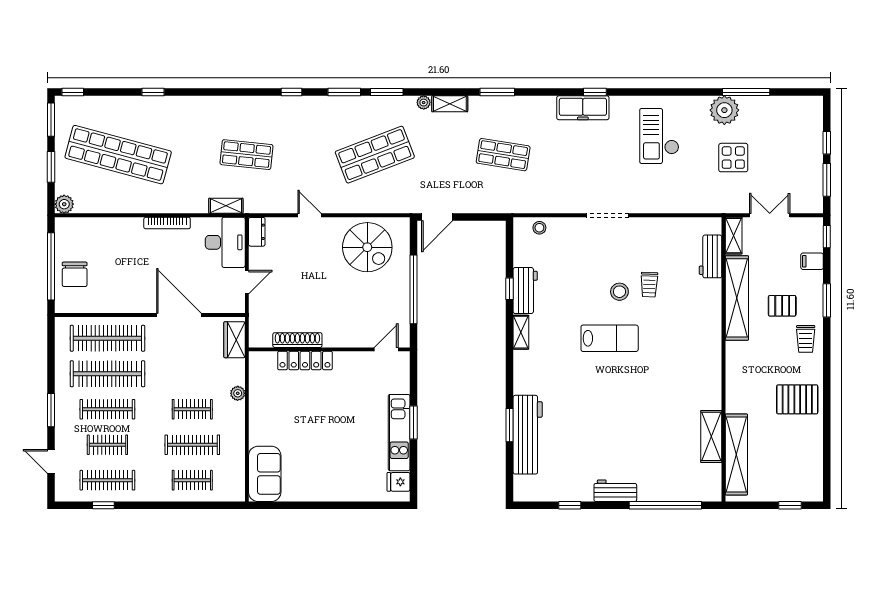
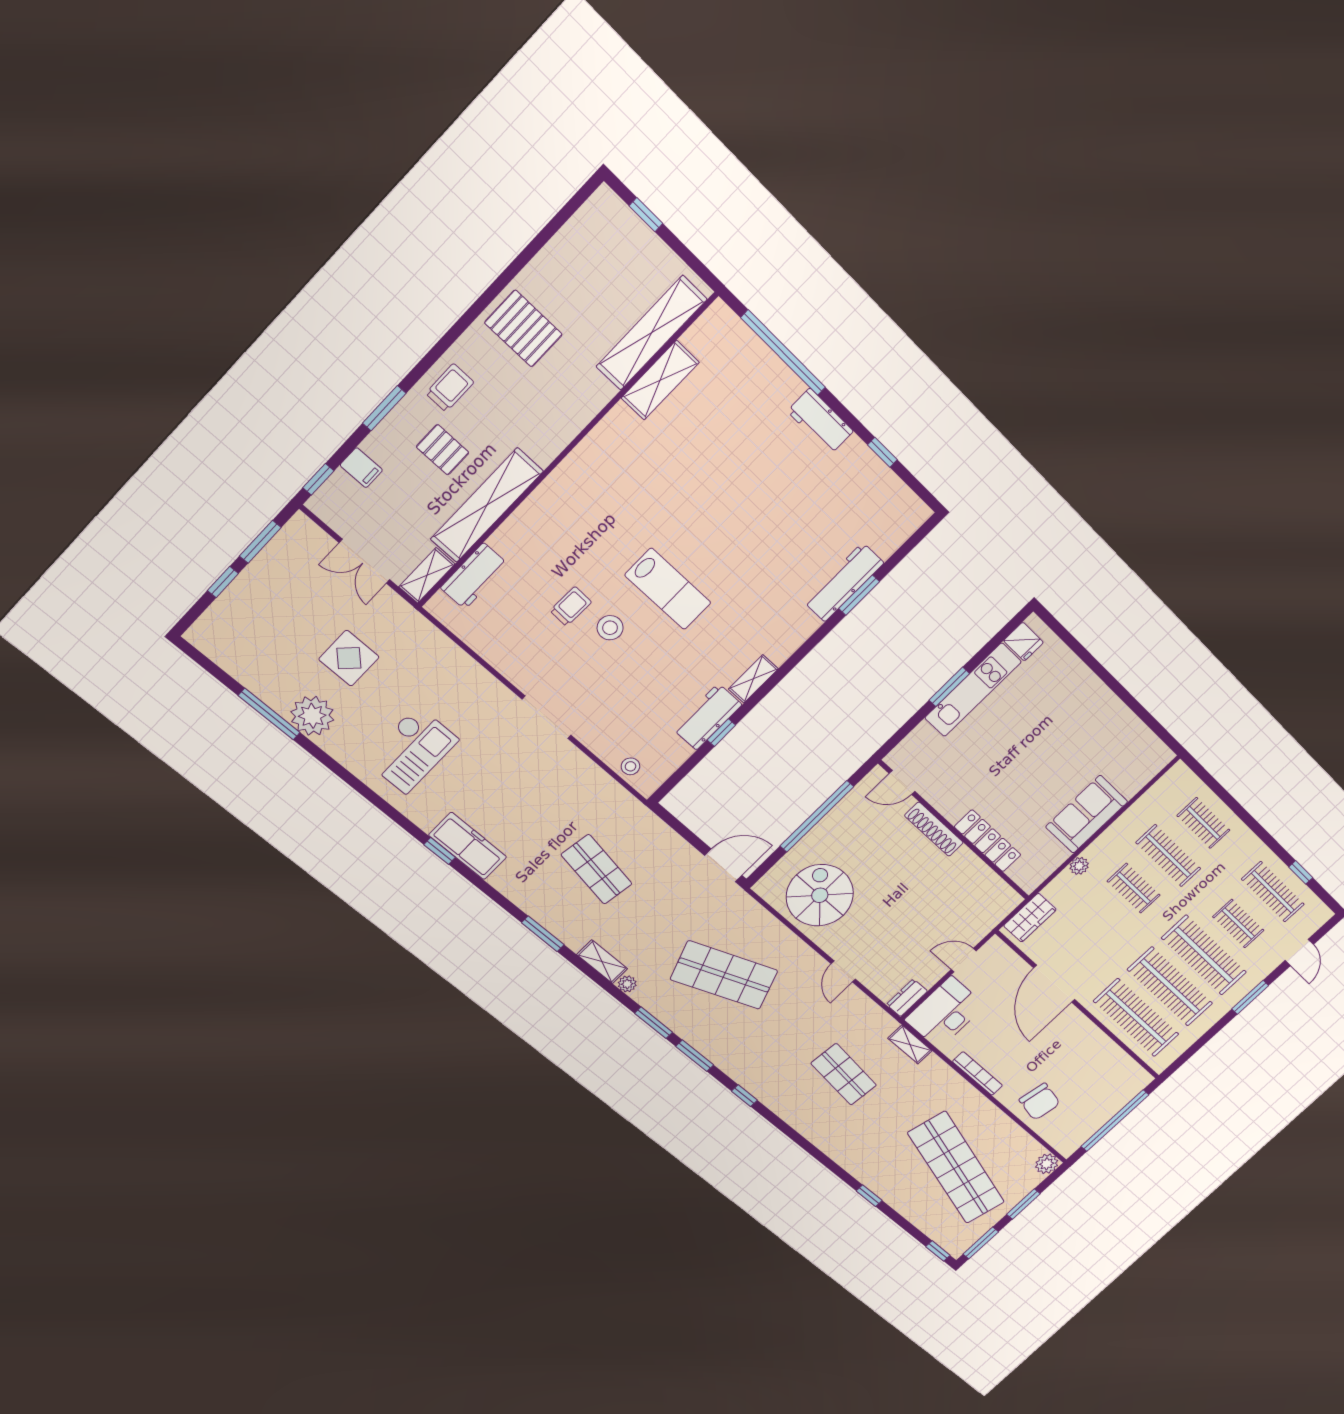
chair: (75, 274) -> (1040, 1102), moved, turned 101
lab bench: (610, 338) -> (668, 589), turned 180
shoe rack: (297, 340) -> (934, 829), moved
clothes rail: (107, 409) -> (1204, 955), width x1.37, depth x1.31
workbench: (528, 435) -> (844, 582), width x0.73, depth x0.76
sofa: (265, 474) -> (1087, 814), moved

